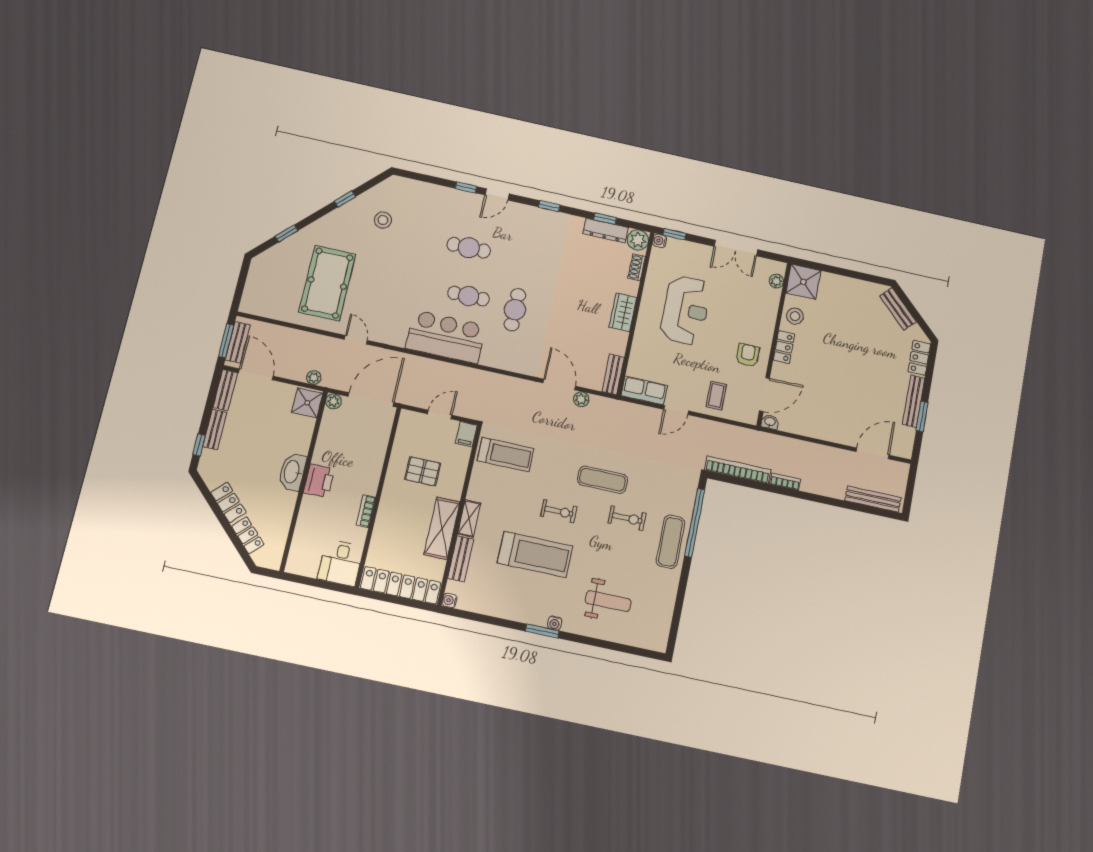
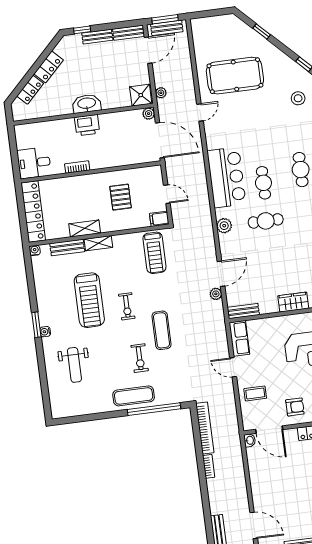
plant: (503, 360) -> (224, 226), added
shelving: (442, 528) -> (85, 228), width x0.67, depth x0.75

